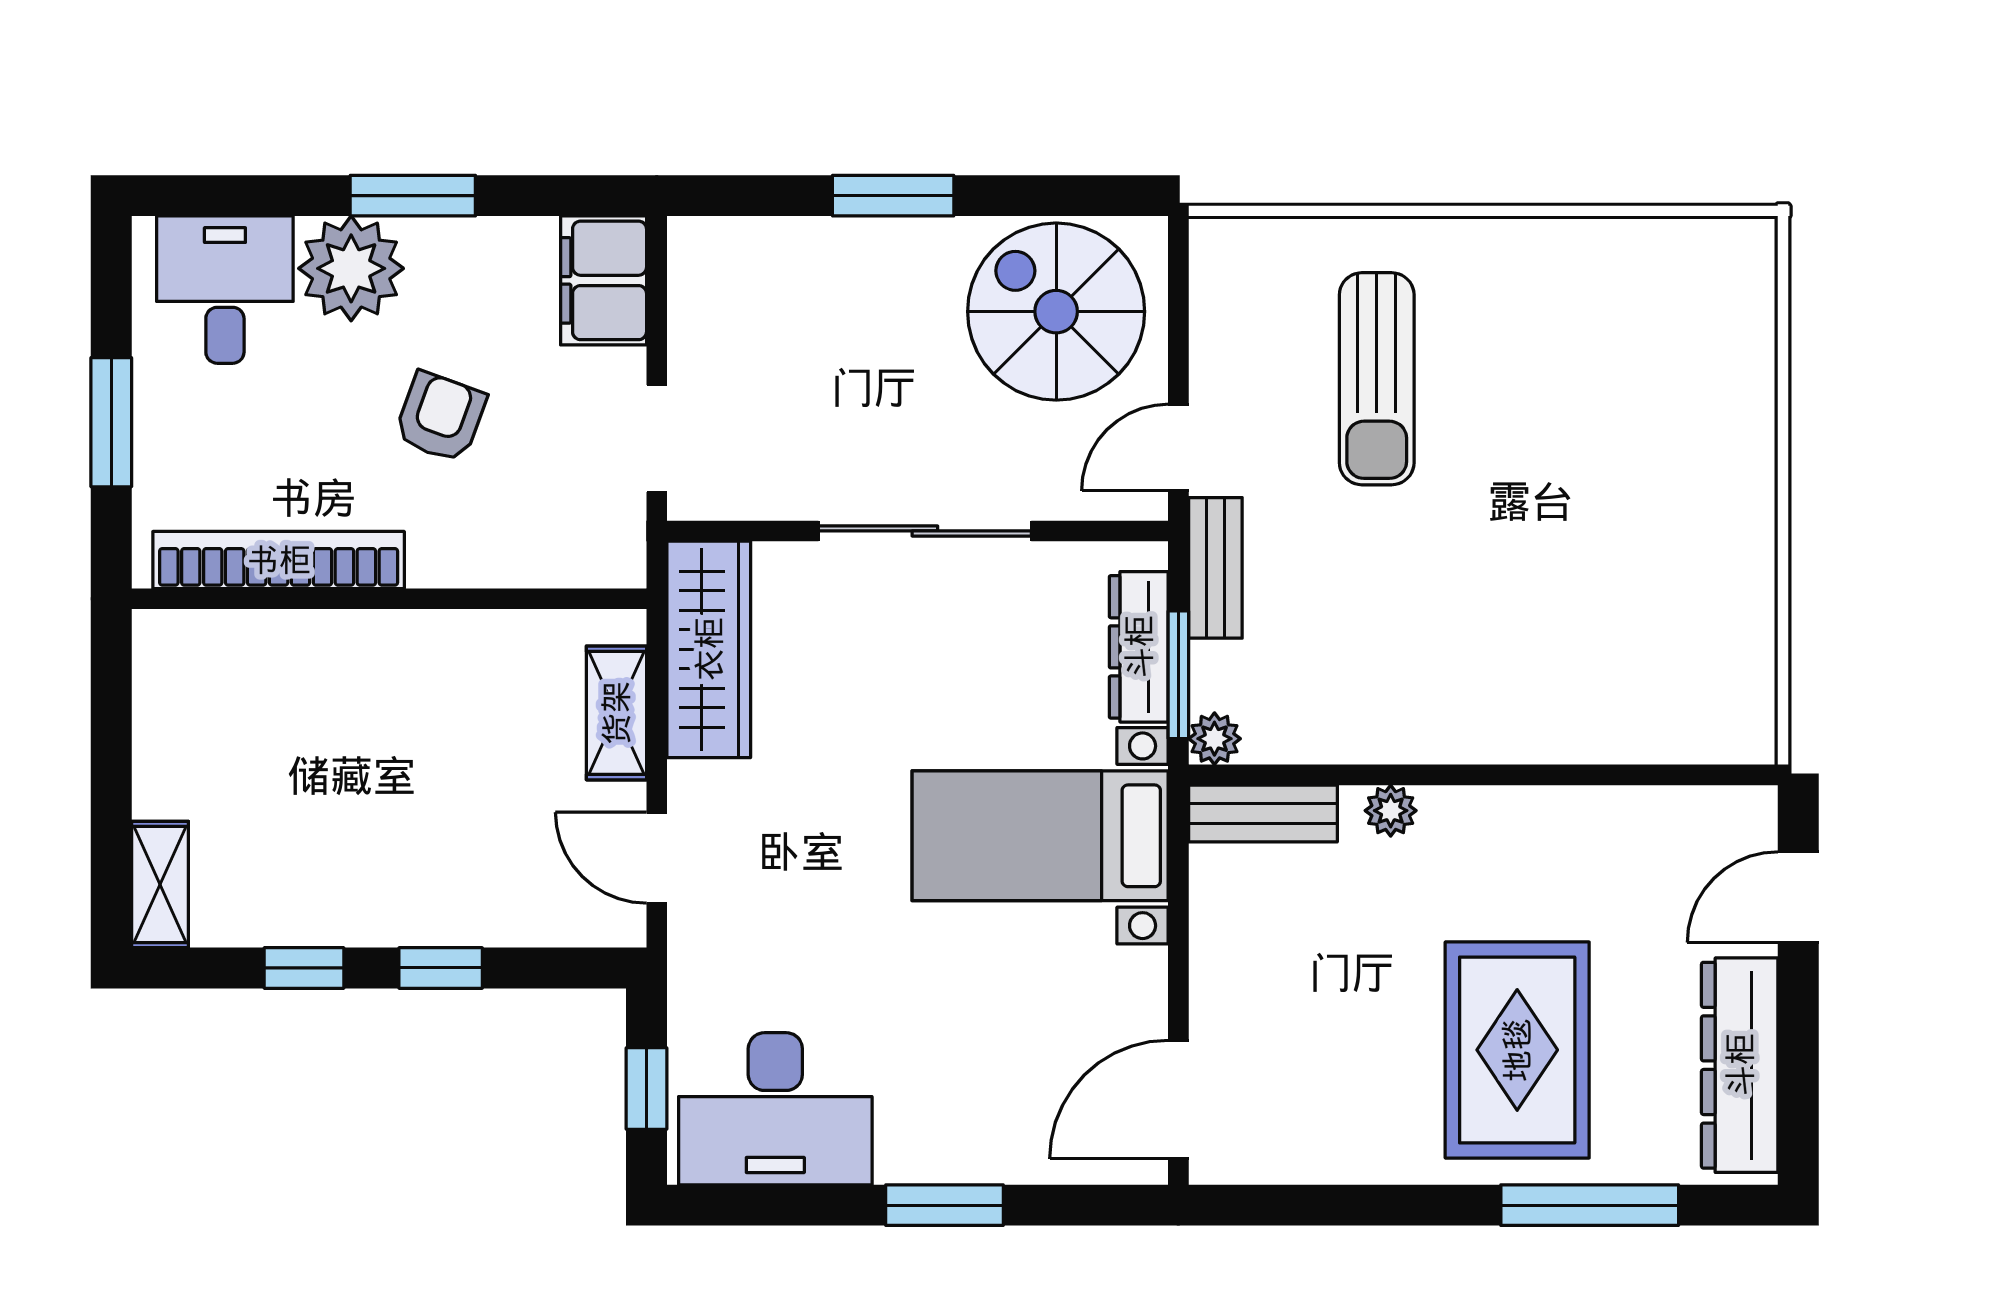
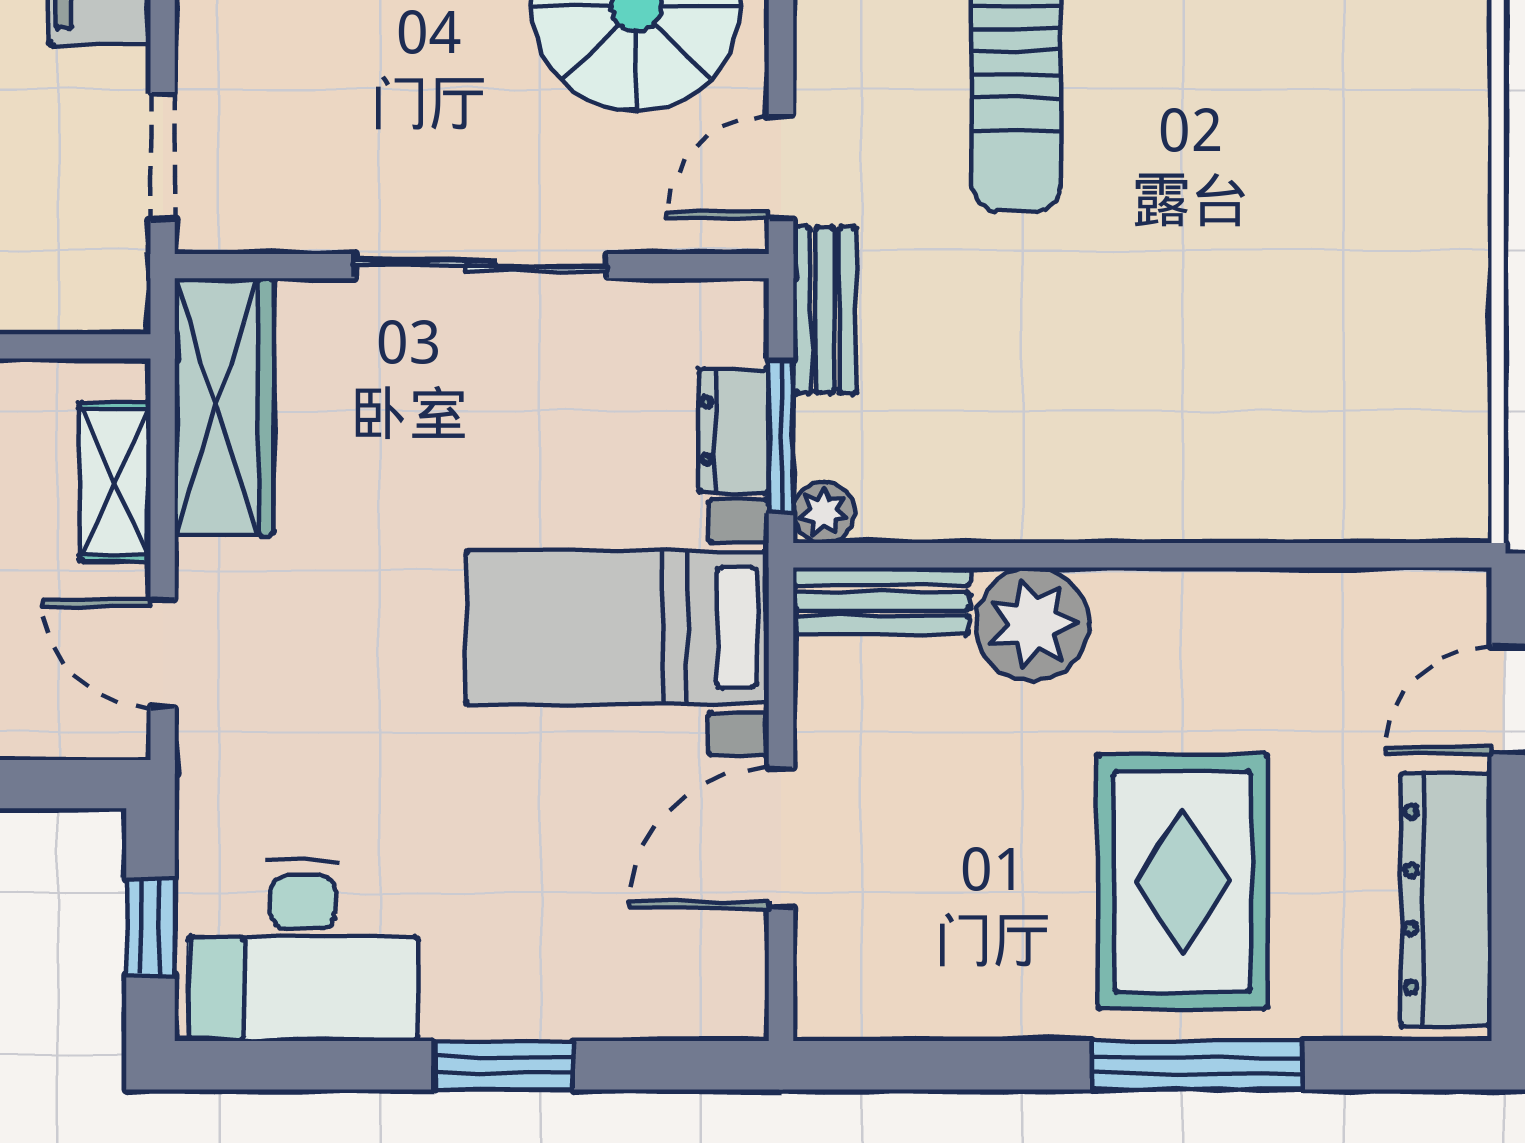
dresser: (1139, 647) -> (734, 431), width x0.70
plant: (1391, 811) -> (1033, 624), width x1.88, depth x1.88
door: (1178, 1100) -> (781, 838), moved
window: (1590, 1205) -> (1197, 1065), moved

